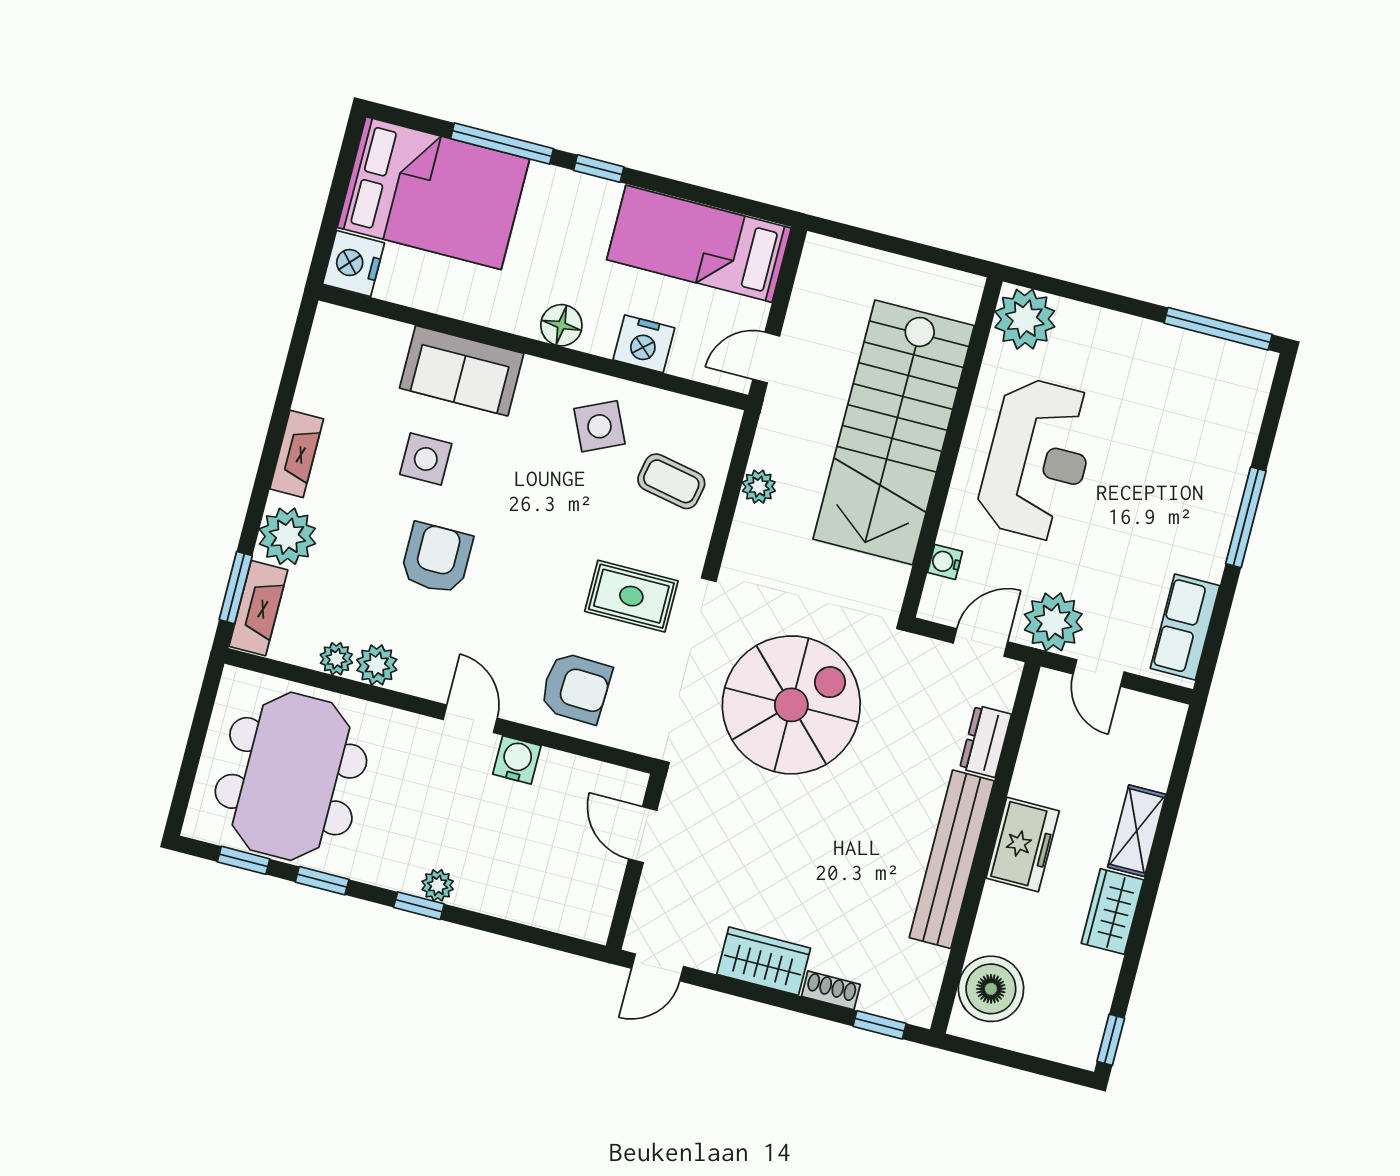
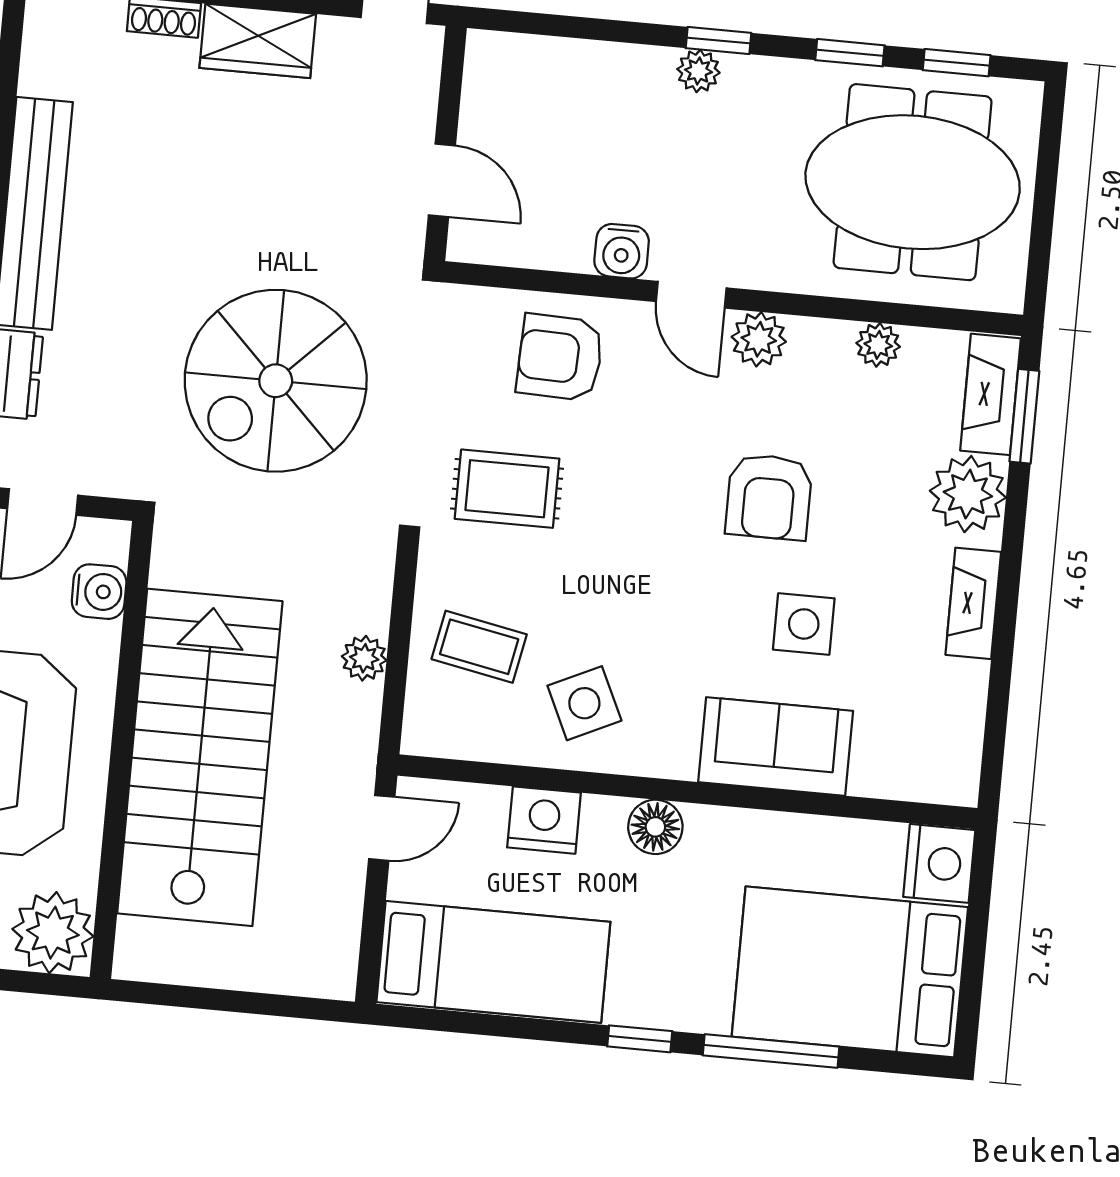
water cooler: (945, 562) -> (99, 592), width x1.38, depth x1.38
plant: (377, 665) -> (759, 339), moved
meeting table: (291, 776) -> (913, 182), turned 90

